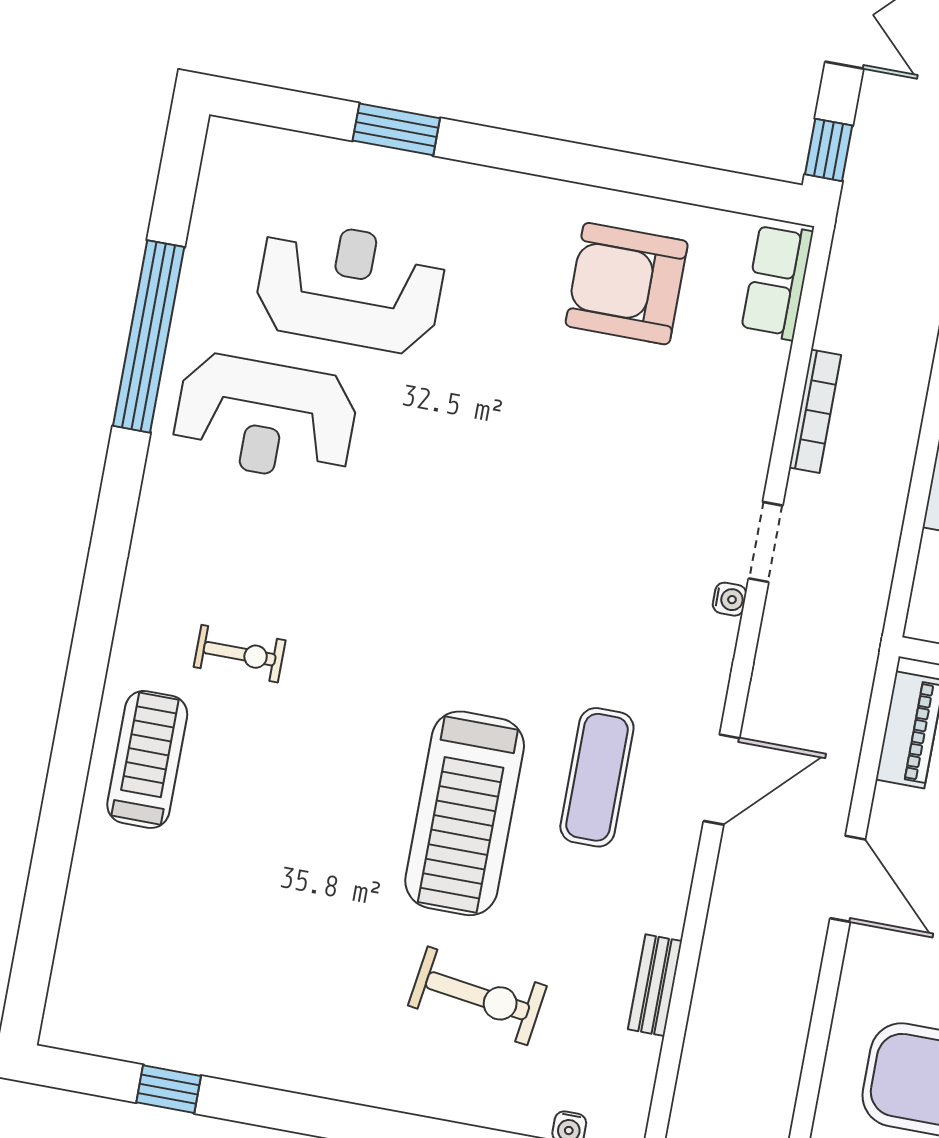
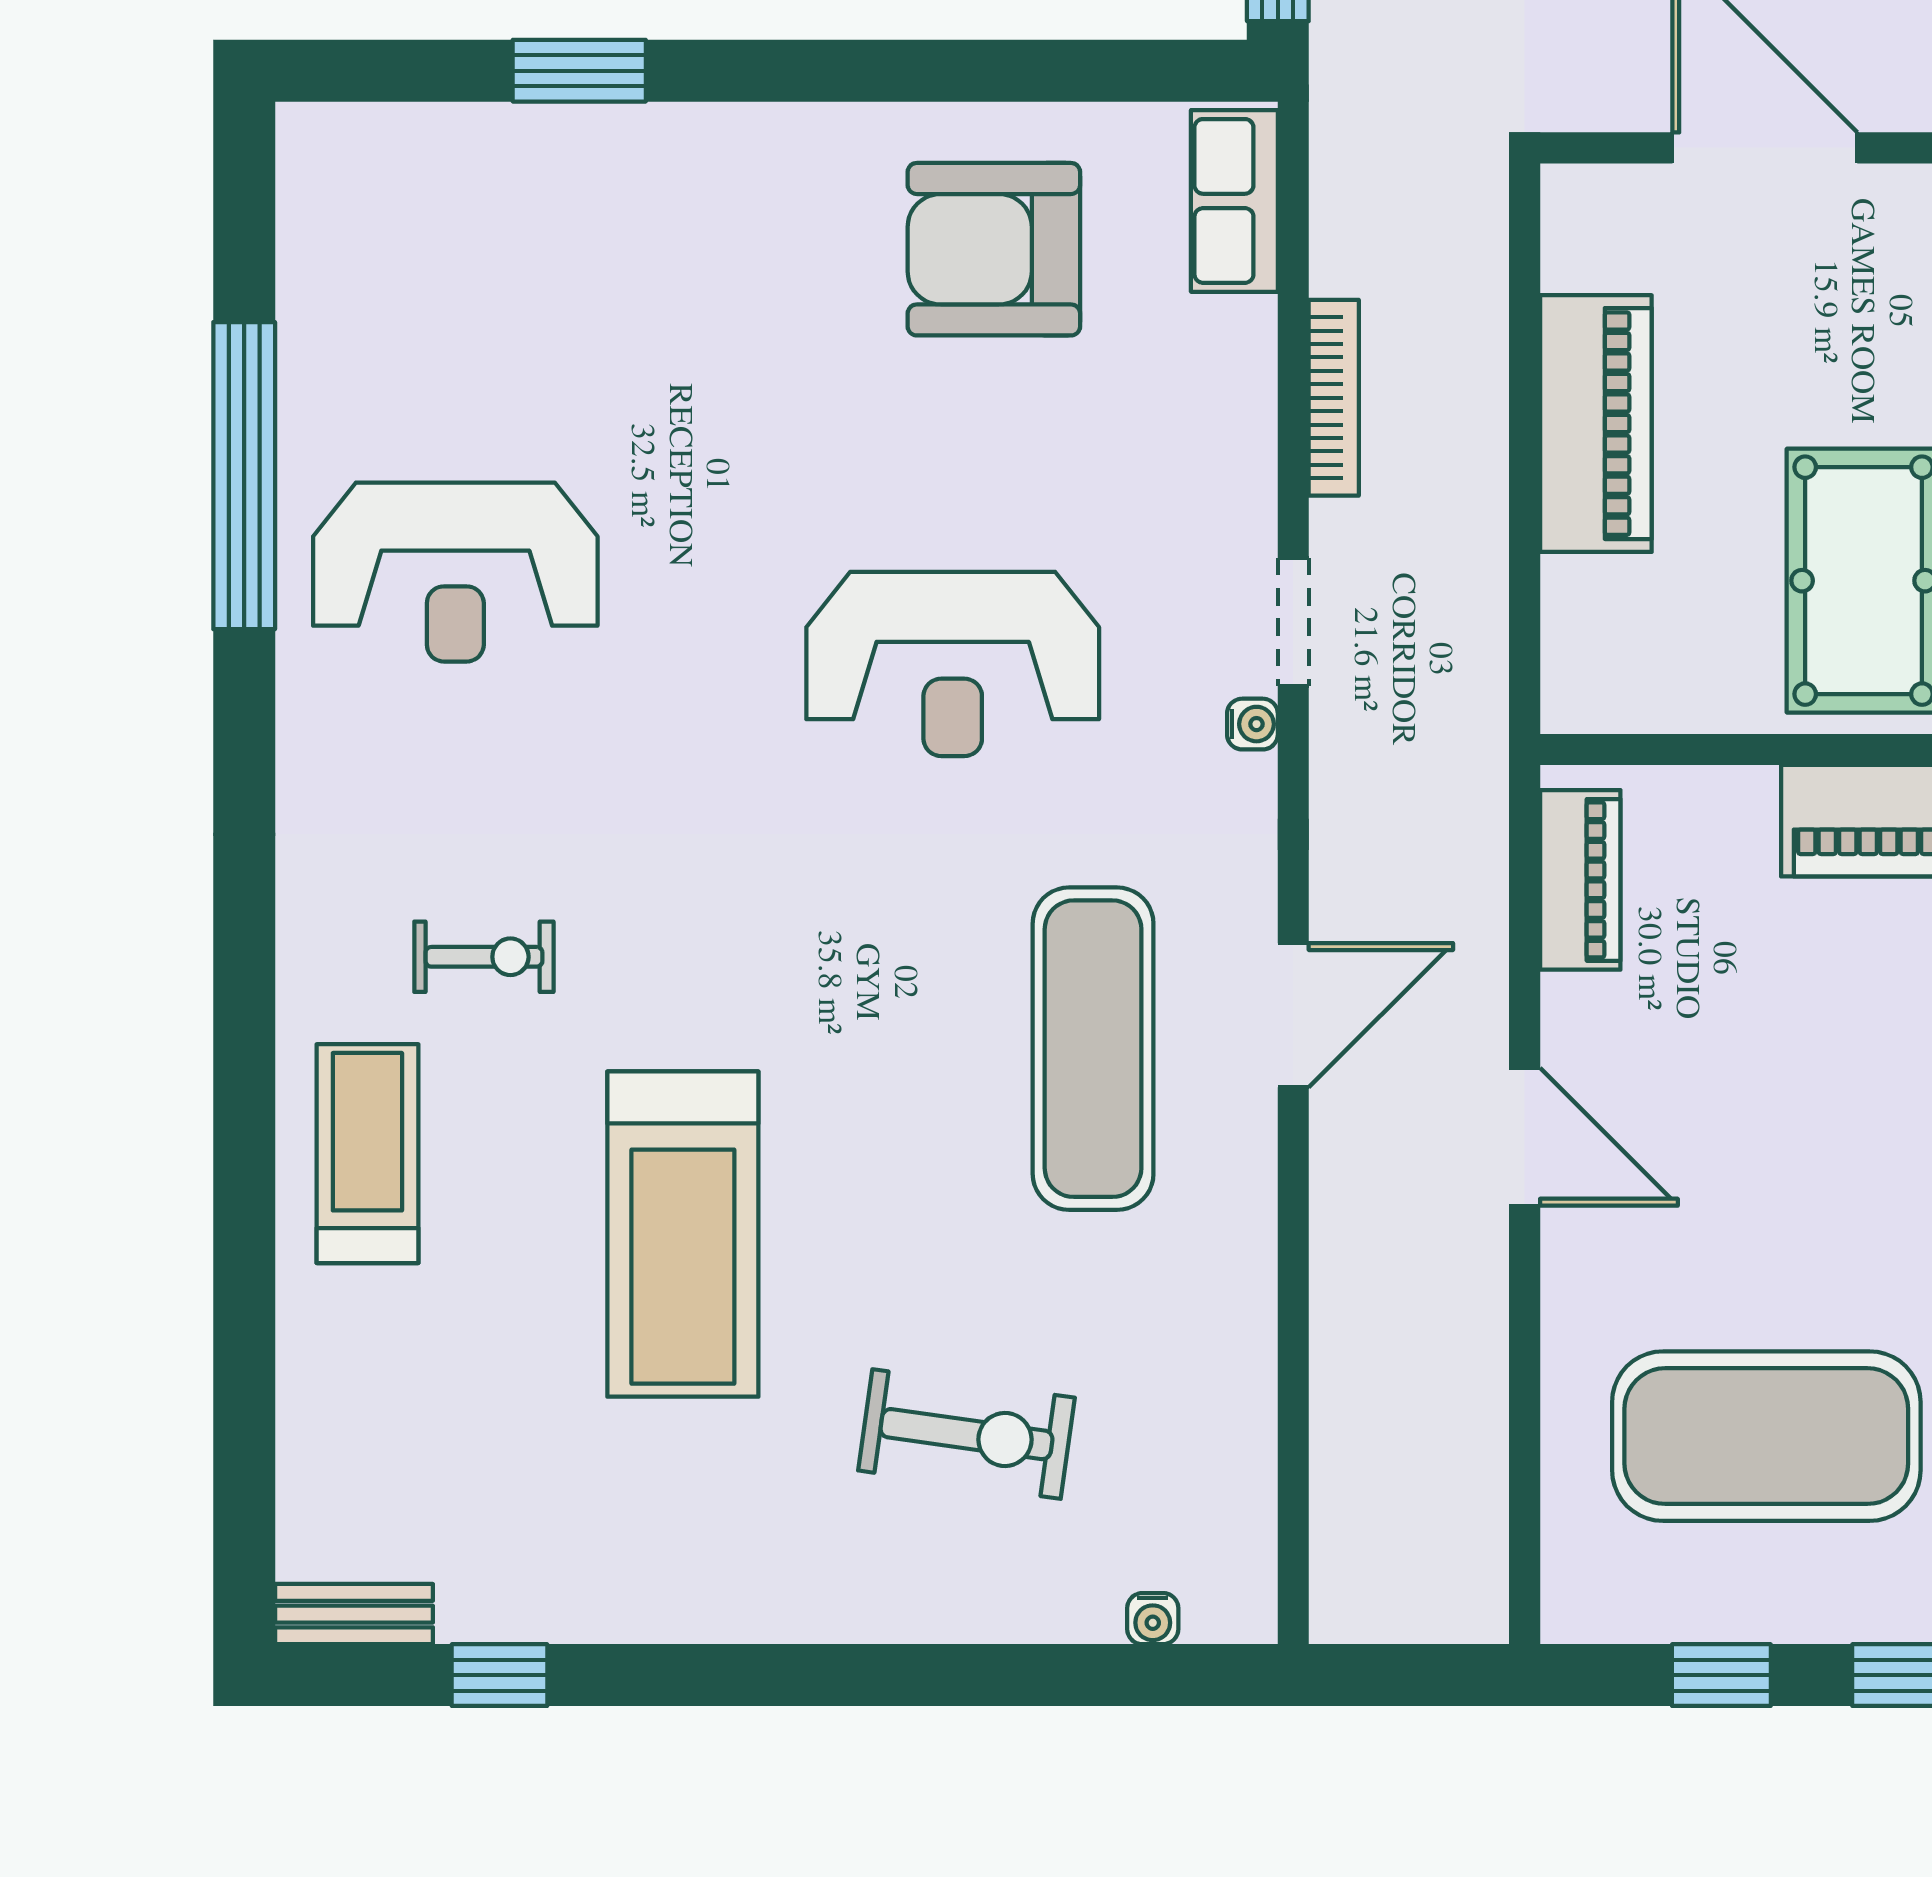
reception desk: (350, 286) -> (953, 664), moved, turned 180
exercise mat: (597, 777) -> (1093, 1049), width x1.36, depth x1.45
treadmill: (465, 813) -> (683, 1234), moved
bench: (655, 985) -> (354, 1614), moved, turned 90

